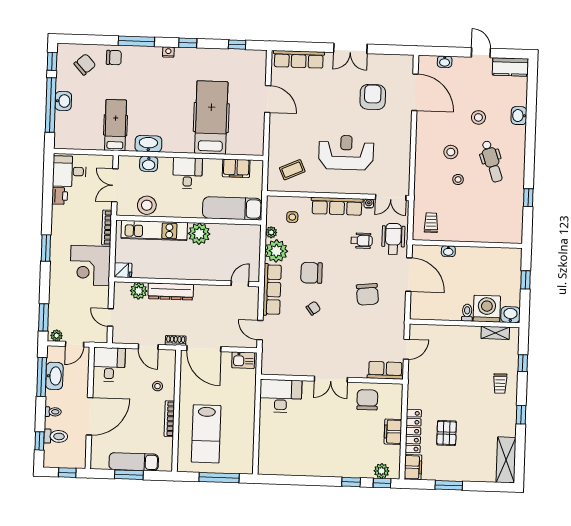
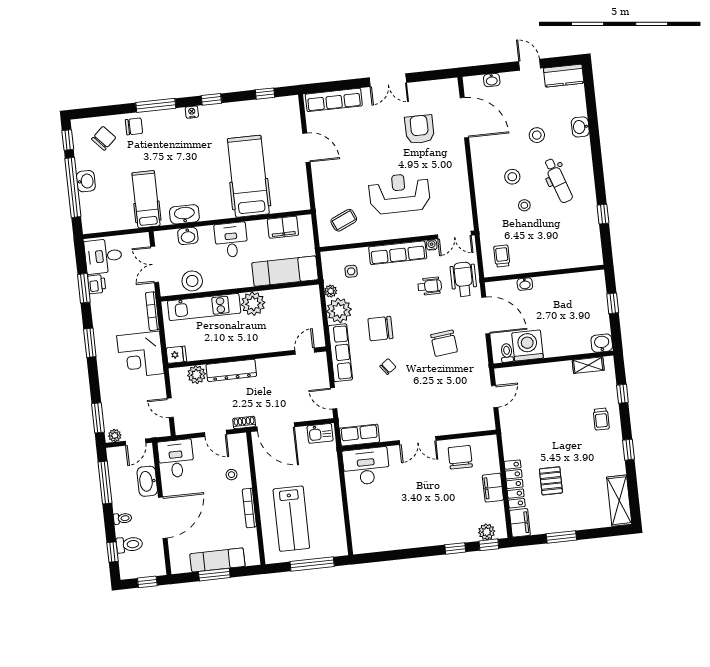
window: (48, 198) -> (84, 288), added
washing machine: (487, 309) -> (528, 346), moved
toilet: (467, 313) -> (507, 353), moved
row of seats: (385, 370) -> (359, 435), moved
washbasin: (54, 376) -> (147, 481), moved, turned 180

